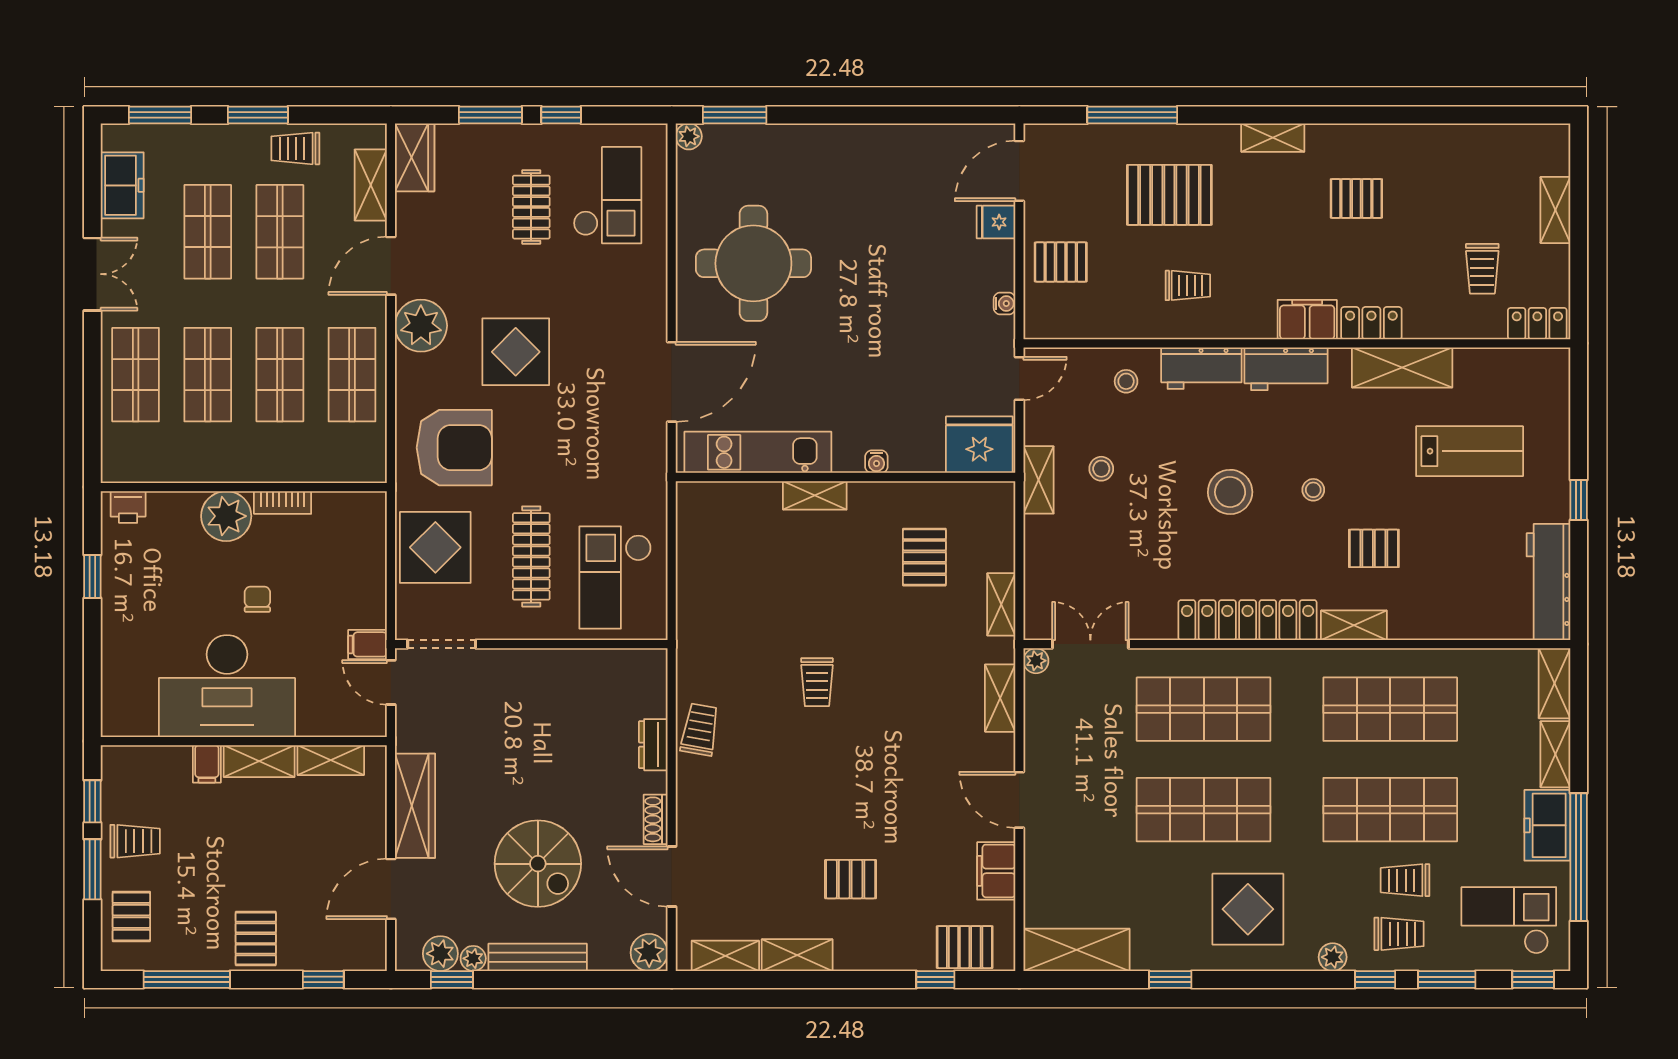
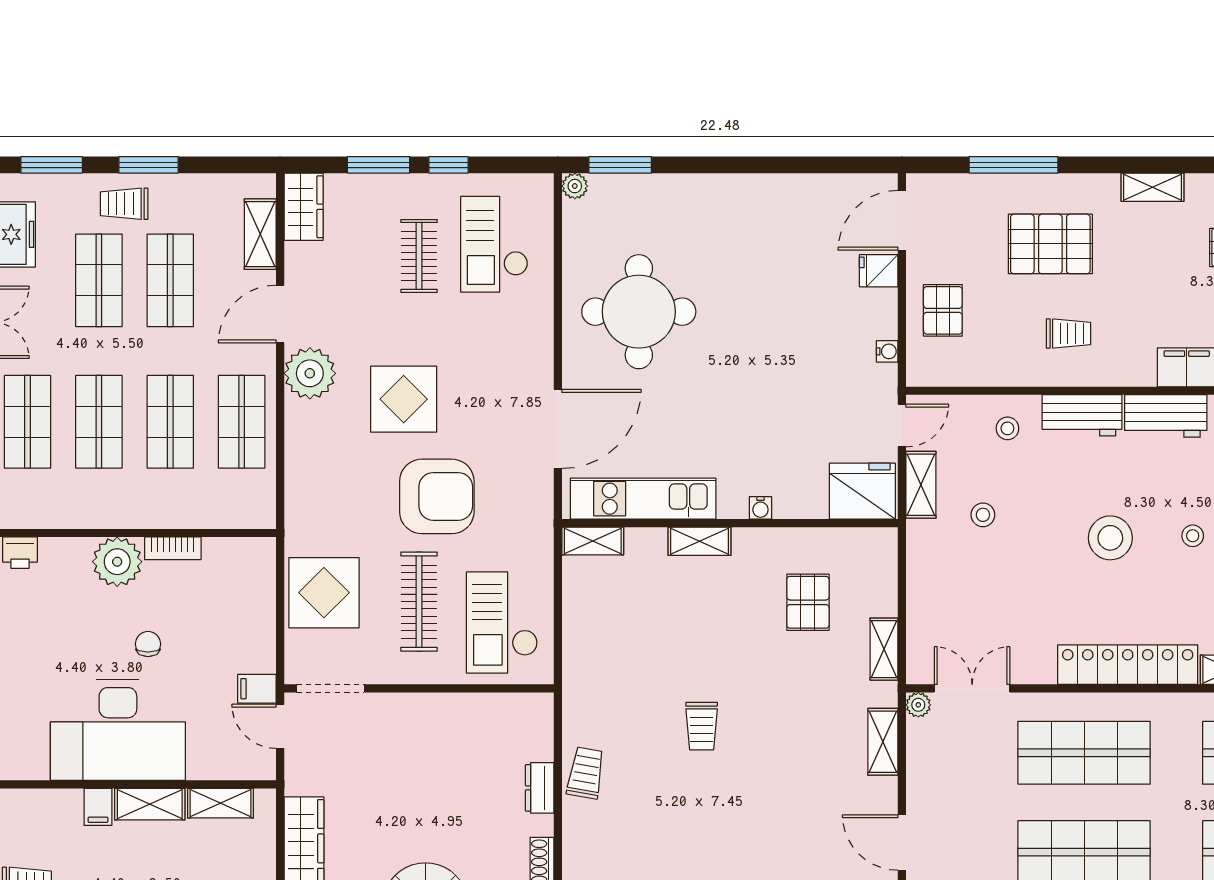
trolley: (295, 148) -> (124, 204), moved
checkout: (607, 195) -> (494, 244), turned 180
pallet: (1061, 262) -> (943, 310), turned 90
armchair: (454, 448) -> (437, 496), moved
shelving: (1039, 480) -> (921, 485), moved
shelving: (707, 495) -> (593, 541), added

